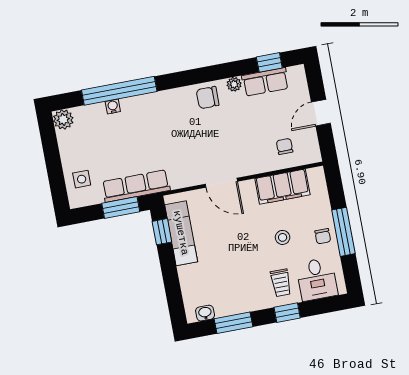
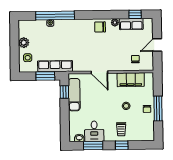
plant: (63, 119) -> (24, 43), moved
desk: (317, 279) -> (94, 131), moved

